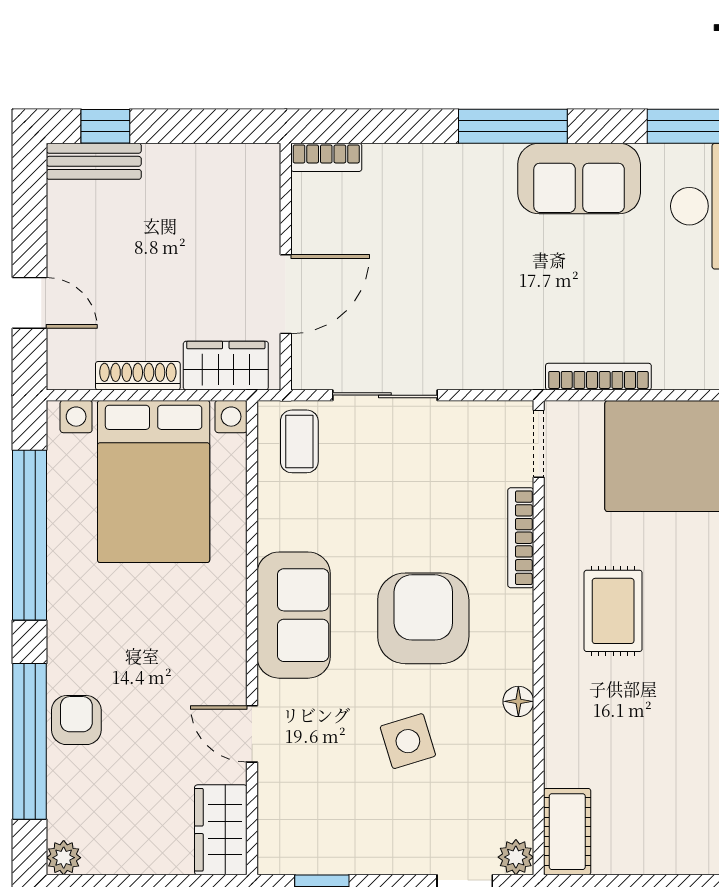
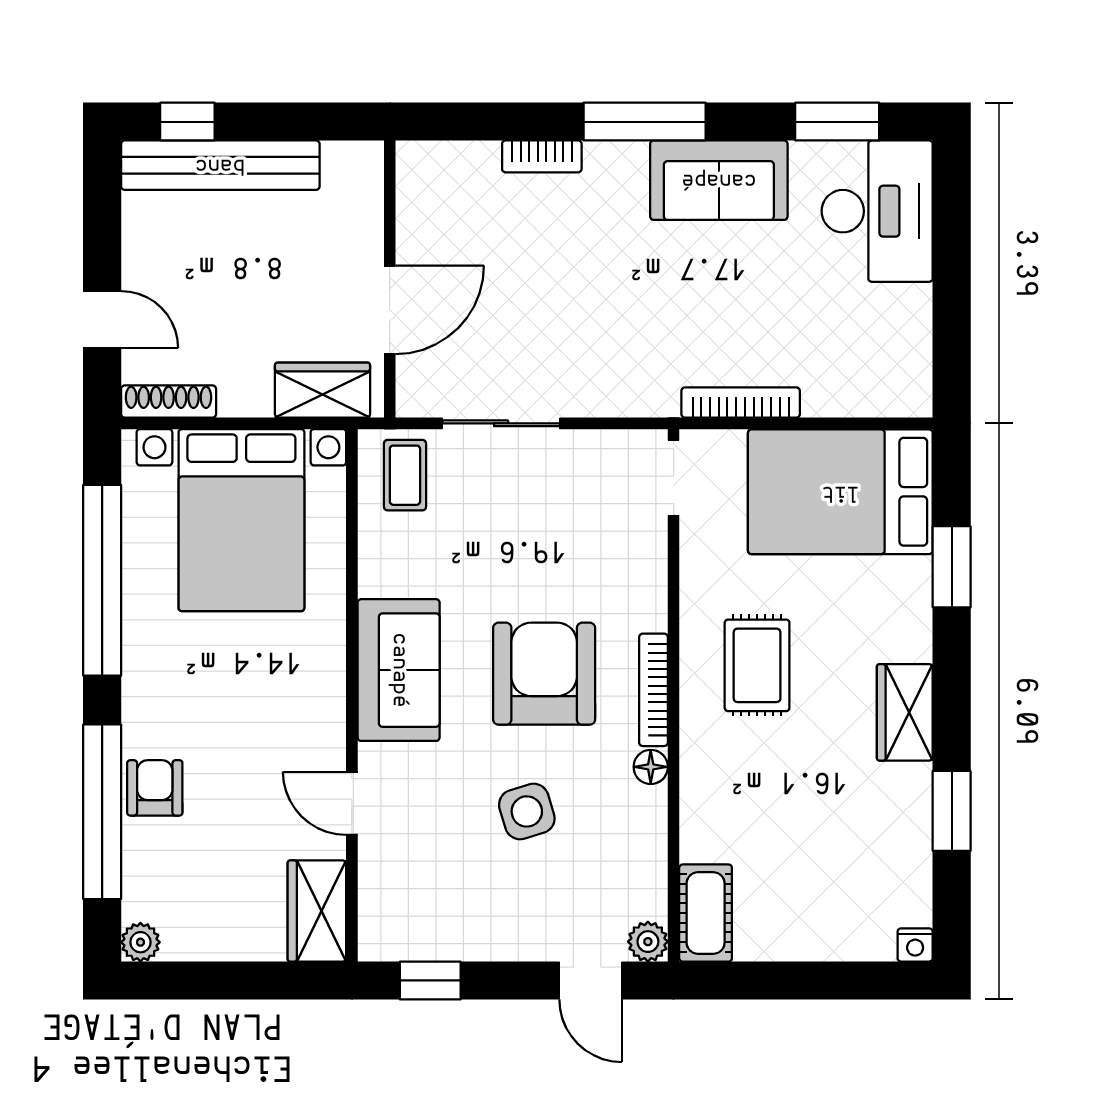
bookcase: (326, 157) -> (542, 156), moved
bench: (94, 161) -> (220, 165), width x1.86, depth x1.21
shoe rack: (138, 376) -> (169, 402), moved
bookcase: (521, 538) -> (653, 690), moved

